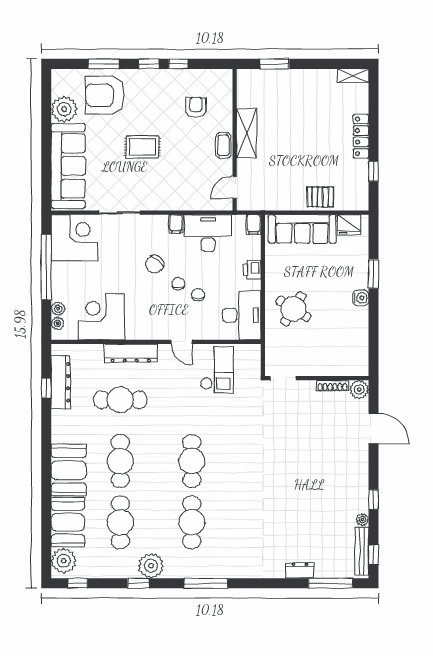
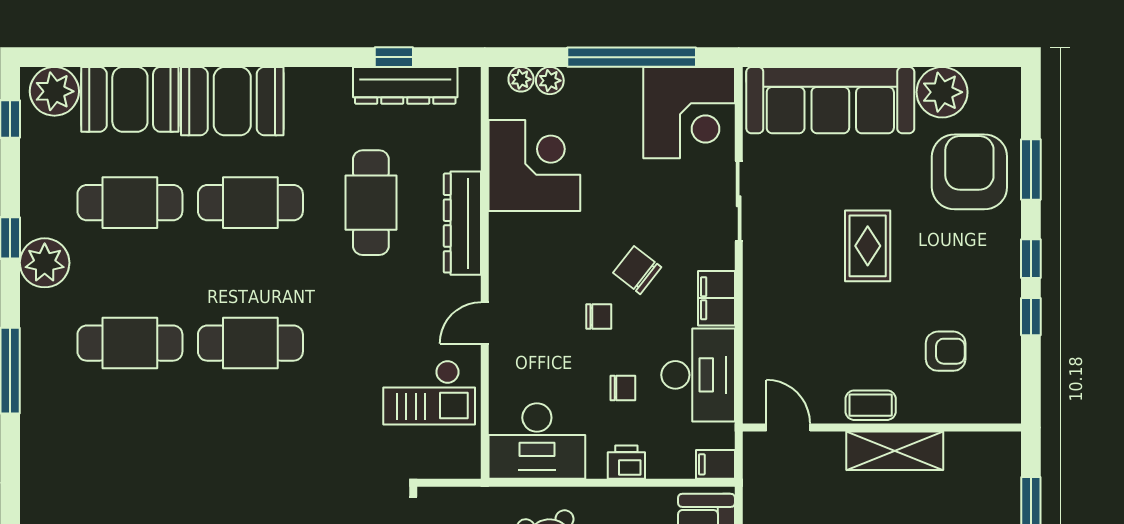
filing cabinet: (176, 224) -> (716, 298), width x2.00
chair: (198, 295) -> (623, 388), moved

